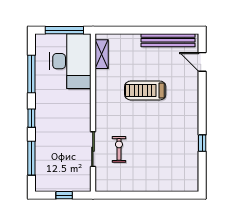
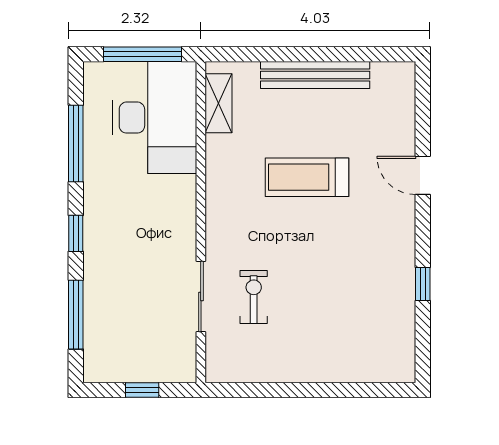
bench: (168, 40) -> (315, 75), moved
door: (202, 62) -> (423, 175), moved

